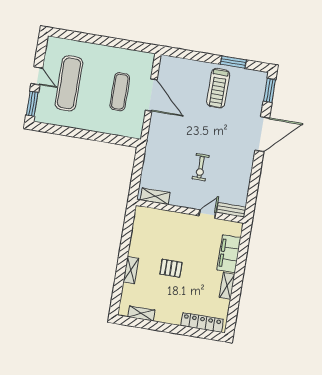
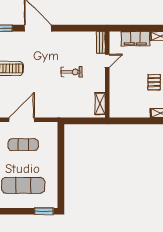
door: (37, 76) -> (21, 211), removed
door: (207, 214) -> (107, 61), swing flipped

